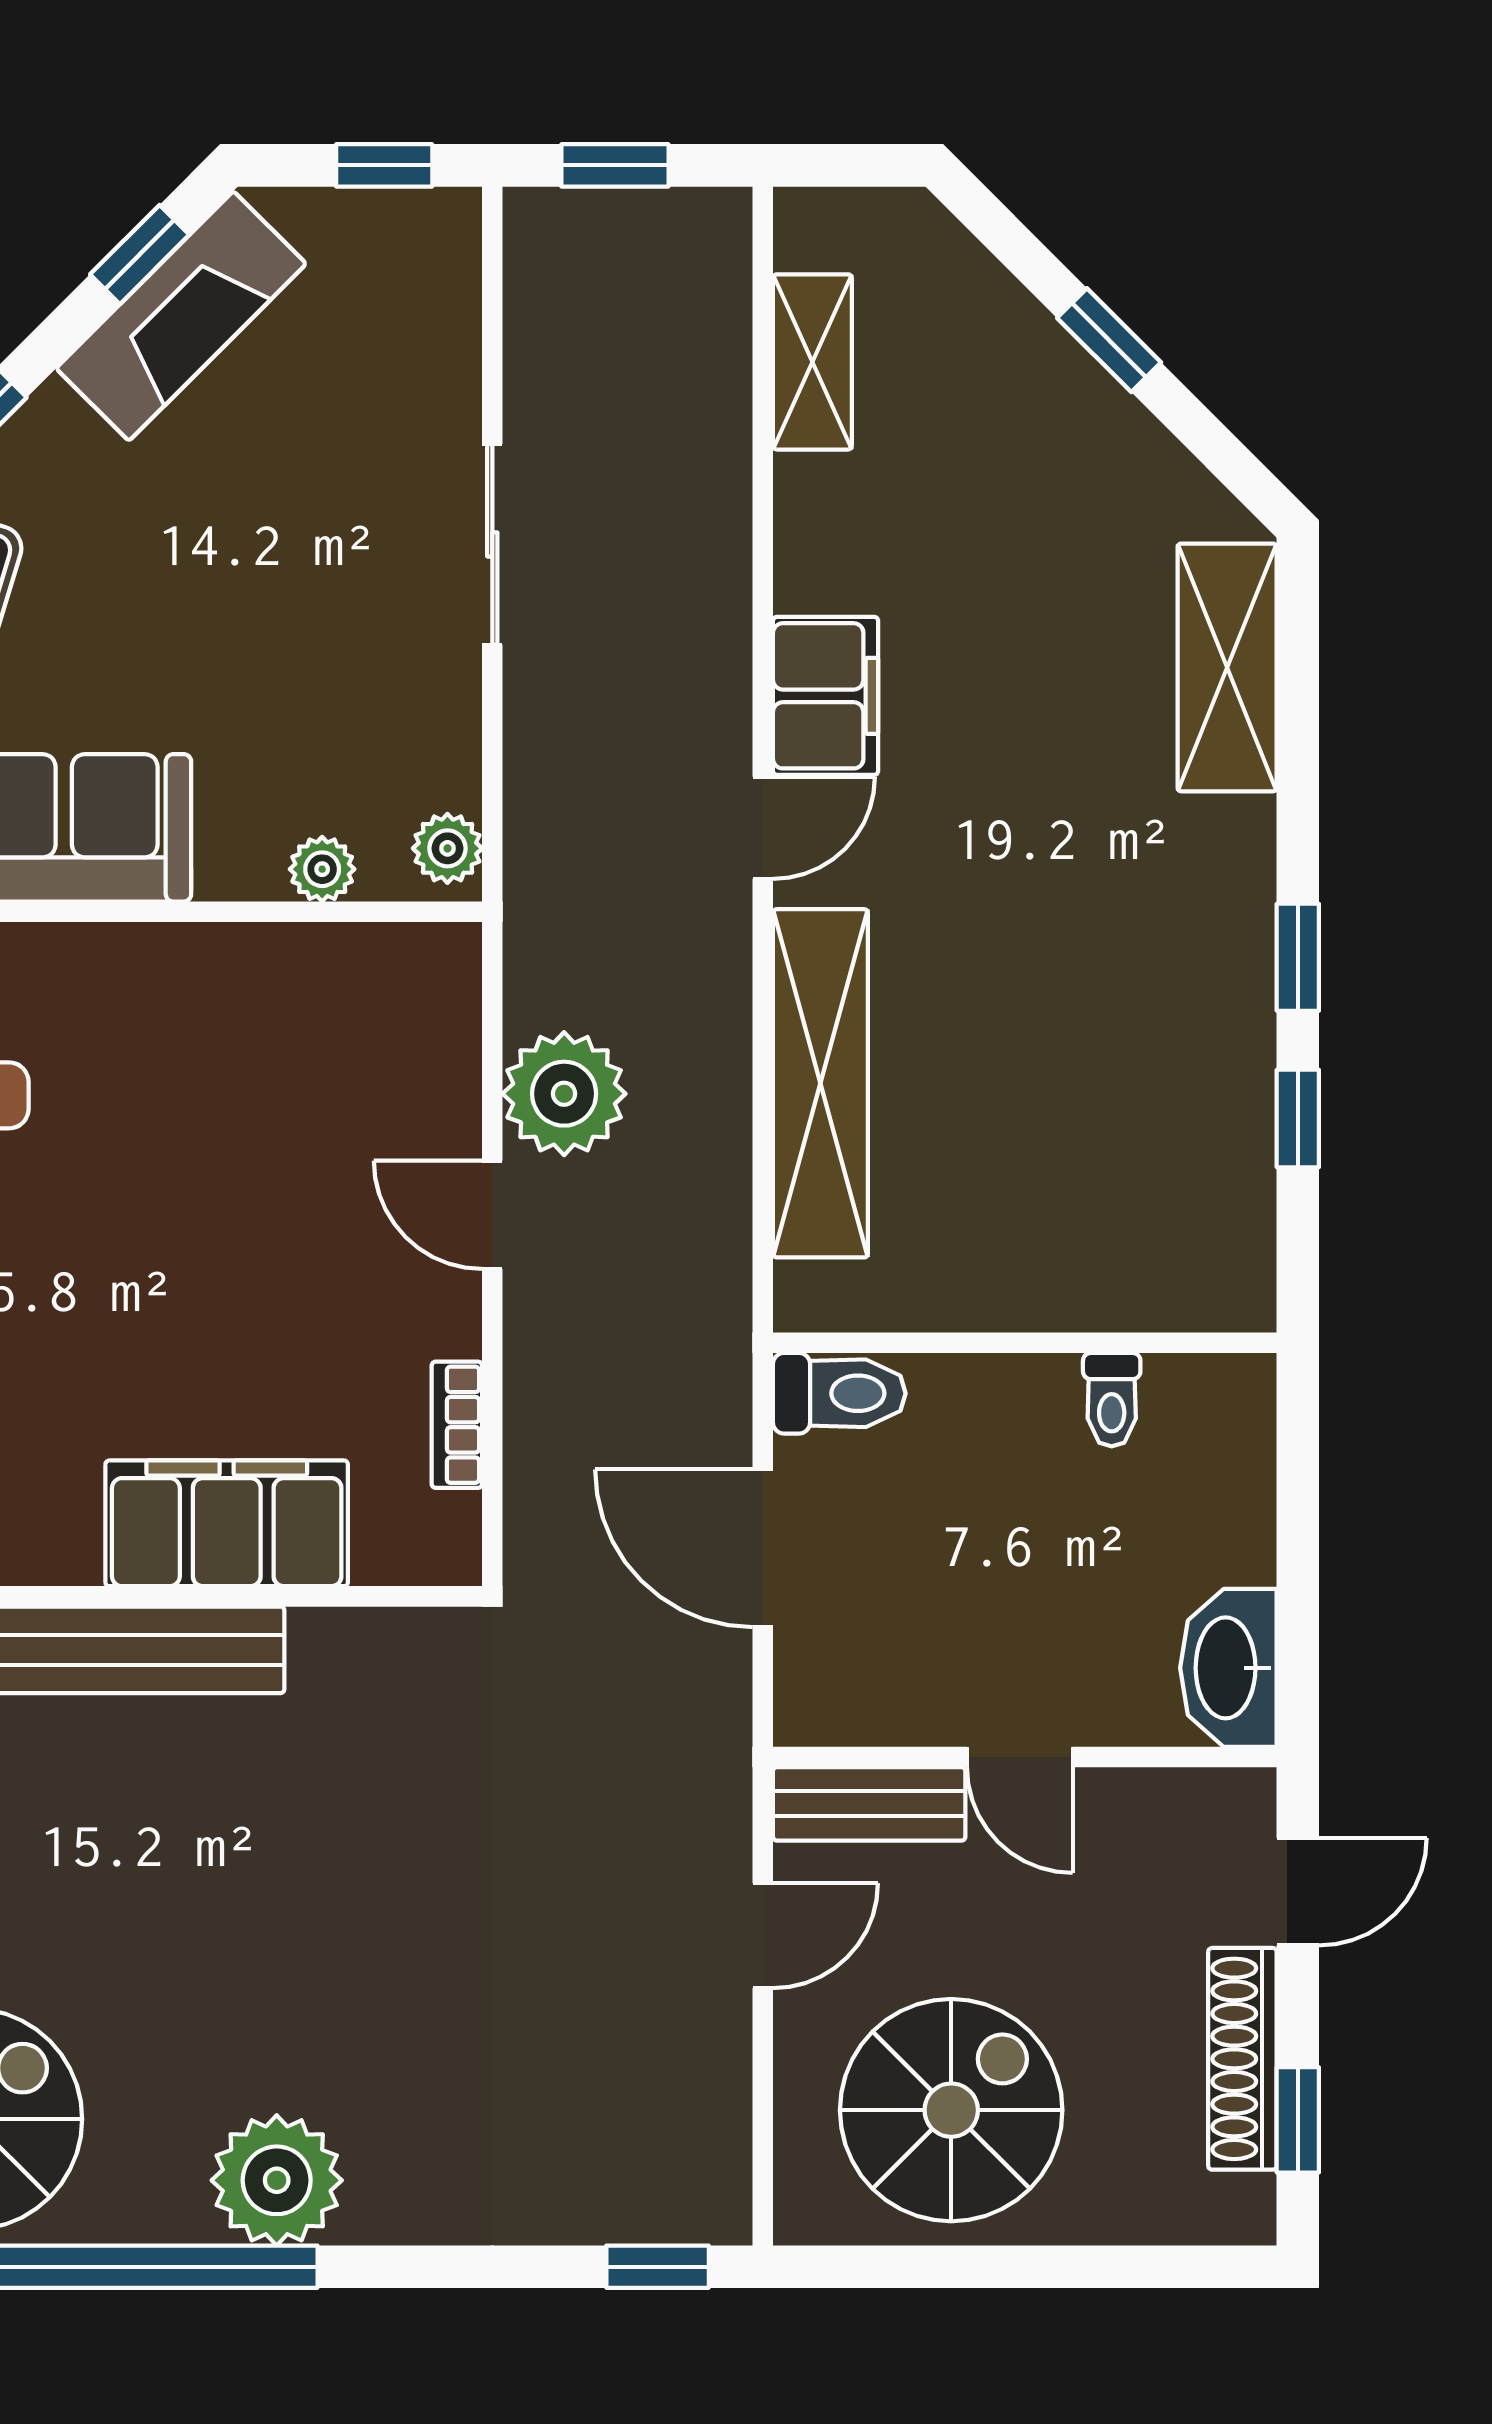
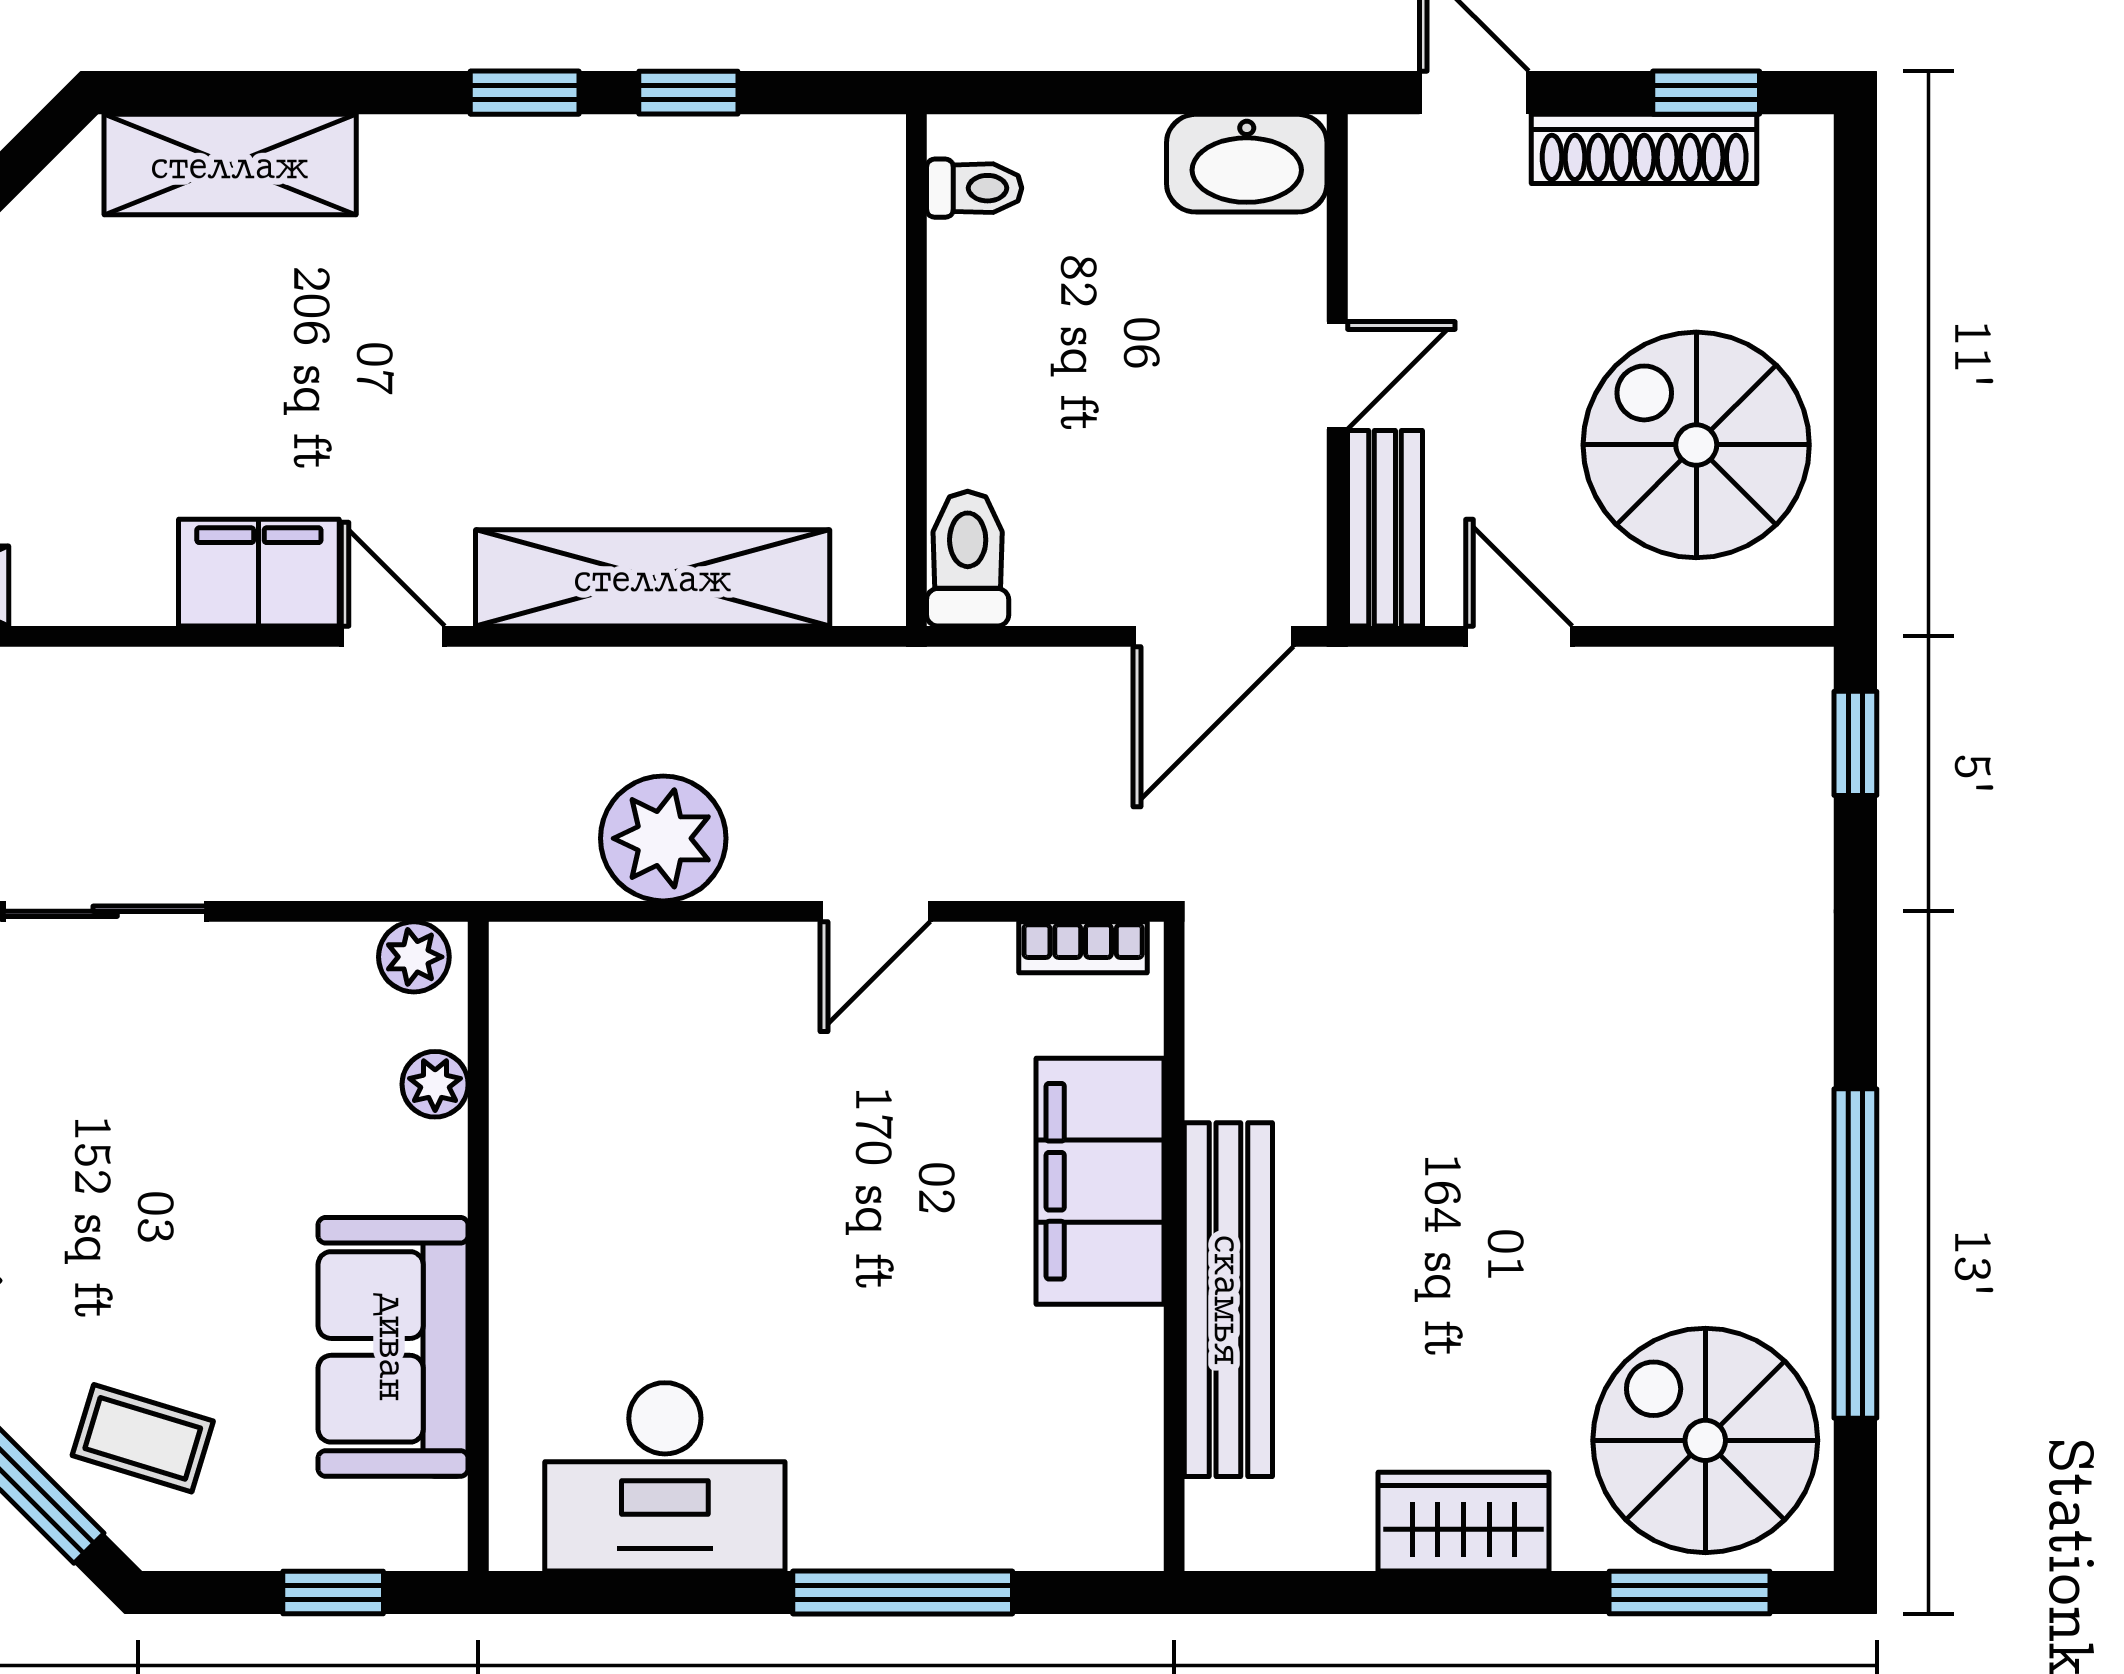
door: (492, 1215) -> (875, 911), moved
toilet: (1112, 1400) -> (974, 188), moved
bookcase: (457, 1425) -> (1083, 947), moved
door: (763, 1548) -> (1213, 636), moved
plant: (277, 2180) -> (1768, 1130), removed

